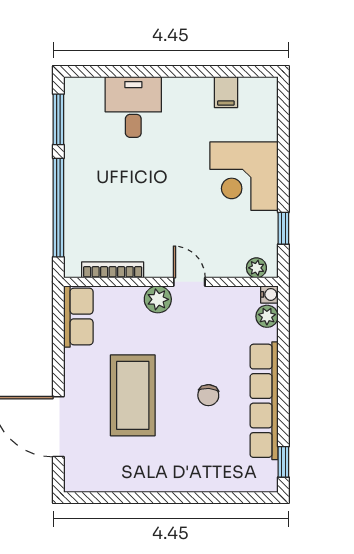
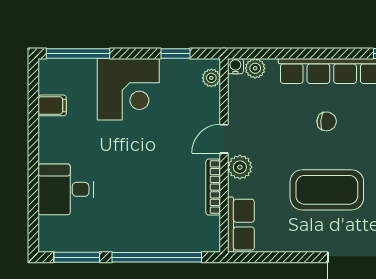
window: (283, 121) -> (78, 53), added
bookcase: (113, 270) -> (213, 187), moved
row of seats: (78, 316) -> (241, 225), moved, turned 90

